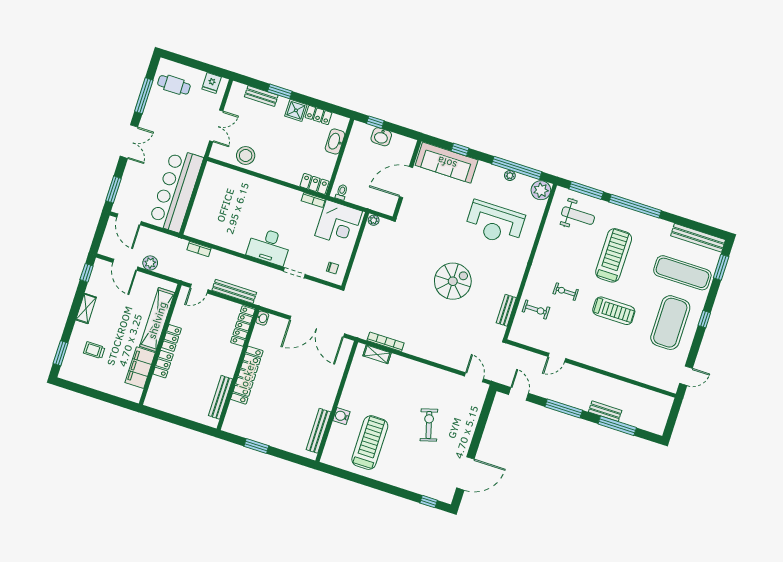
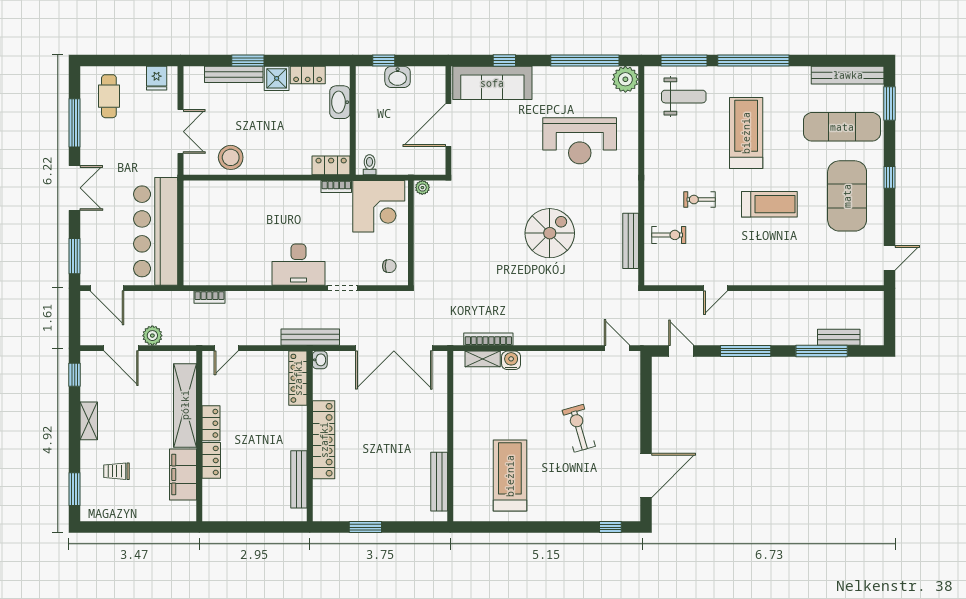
cafe table: (174, 85) -> (109, 96), turned 90
bench: (261, 96) -> (234, 74), width x1.36
plant: (510, 175) -> (579, 73), removed
bench: (234, 291) -> (310, 337), moved
bench: (506, 310) -> (631, 241), width x1.36
bench: (605, 411) -> (839, 337), moved
water cooler: (341, 416) -> (511, 360), moved, turned 90

